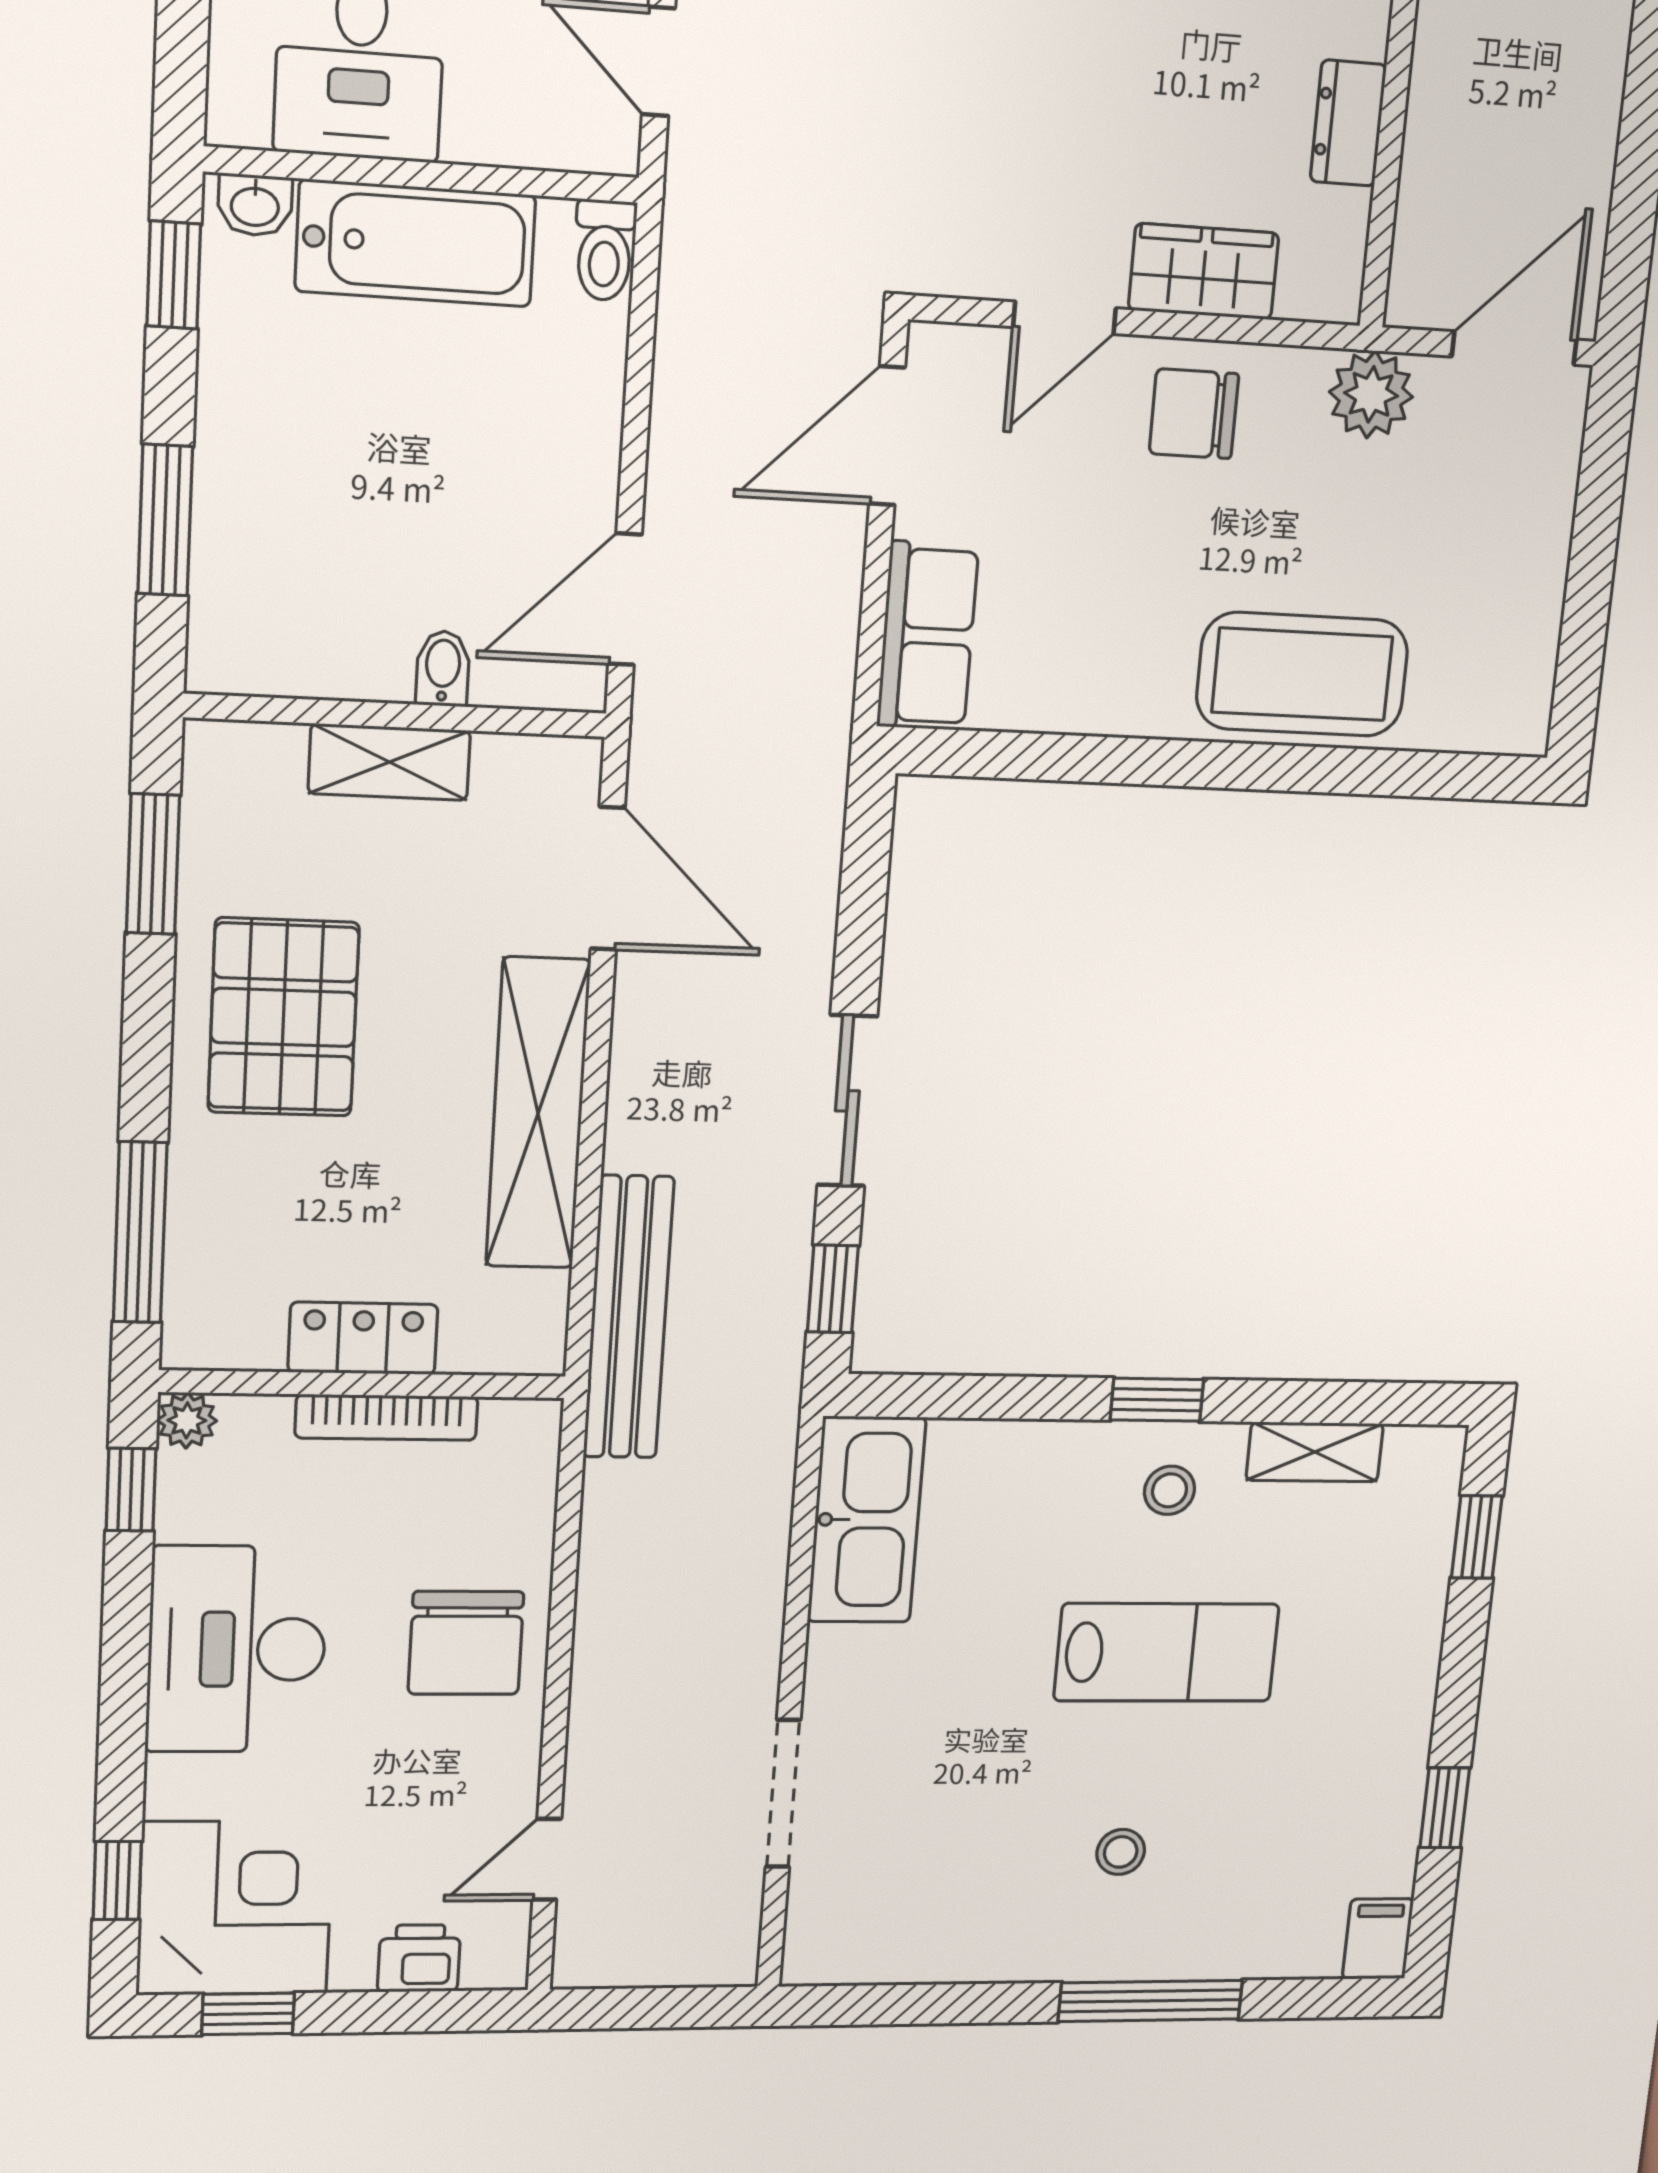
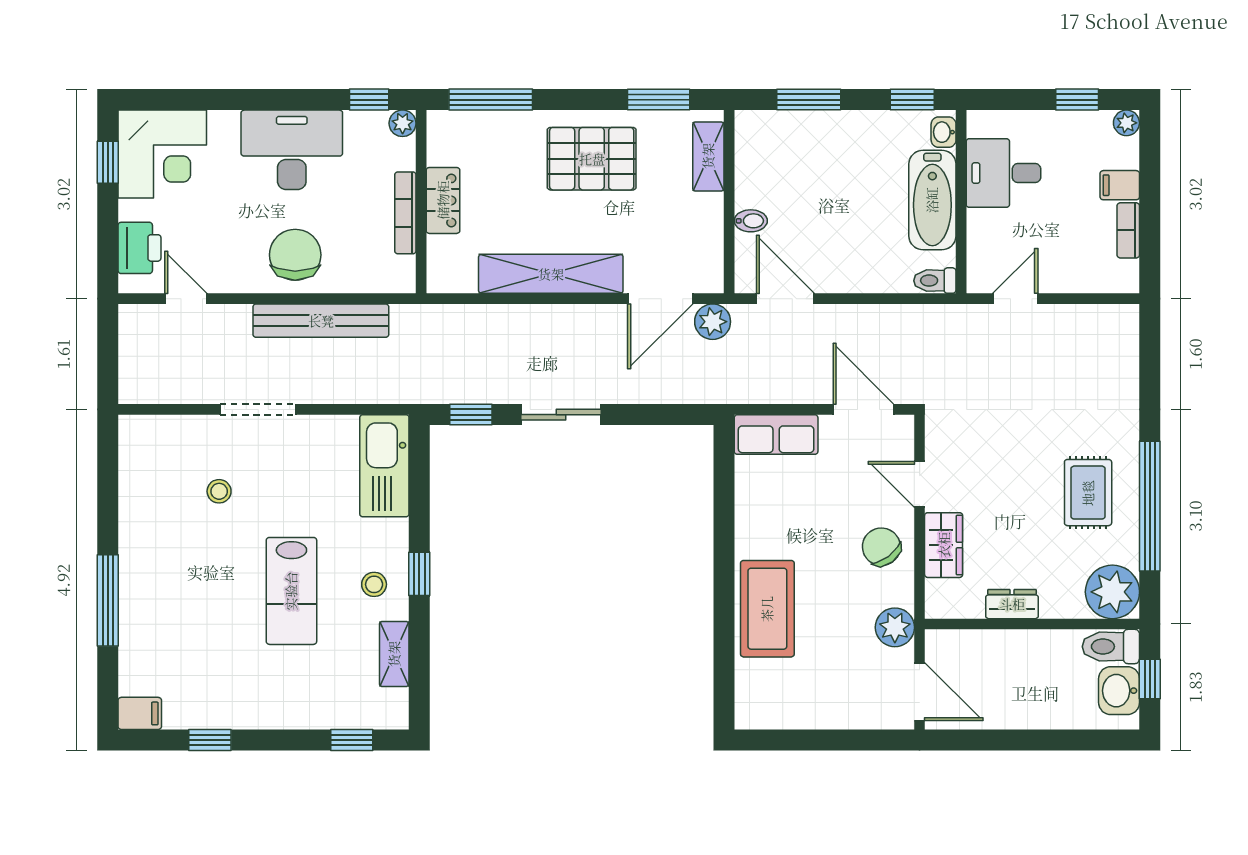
chair: (1194, 414) -> (881, 547), turned -37
shelving: (389, 762) -> (708, 156), moved
plant: (667, 765) -> (713, 322), added
bench: (628, 1317) -> (321, 321), moved
kitchen sink: (867, 1520) -> (384, 466), moved, turned 90
chair: (466, 1643) -> (295, 255), turned 90
doorway: (783, 1794) -> (258, 409), moved
stool: (1121, 1852) -> (219, 491), moved
window: (117, 1880) -> (177, 100), removed
printer: (419, 1958) -> (139, 248), width x1.36, depth x1.24

